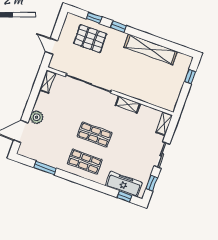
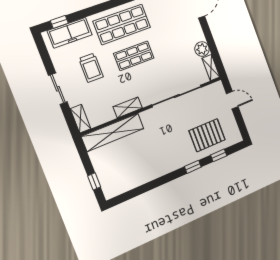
shelving: (151, 49) -> (113, 132), moved
plant: (37, 117) -> (202, 49), moved
trolley: (129, 151) -> (91, 68), added
shop shelf: (85, 162) -> (122, 24), width x1.43, depth x1.36
window: (152, 183) -> (45, 55), removed

